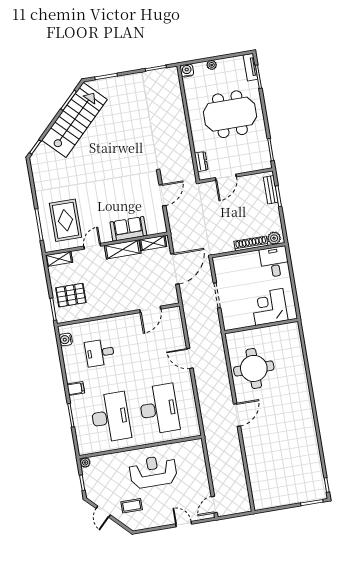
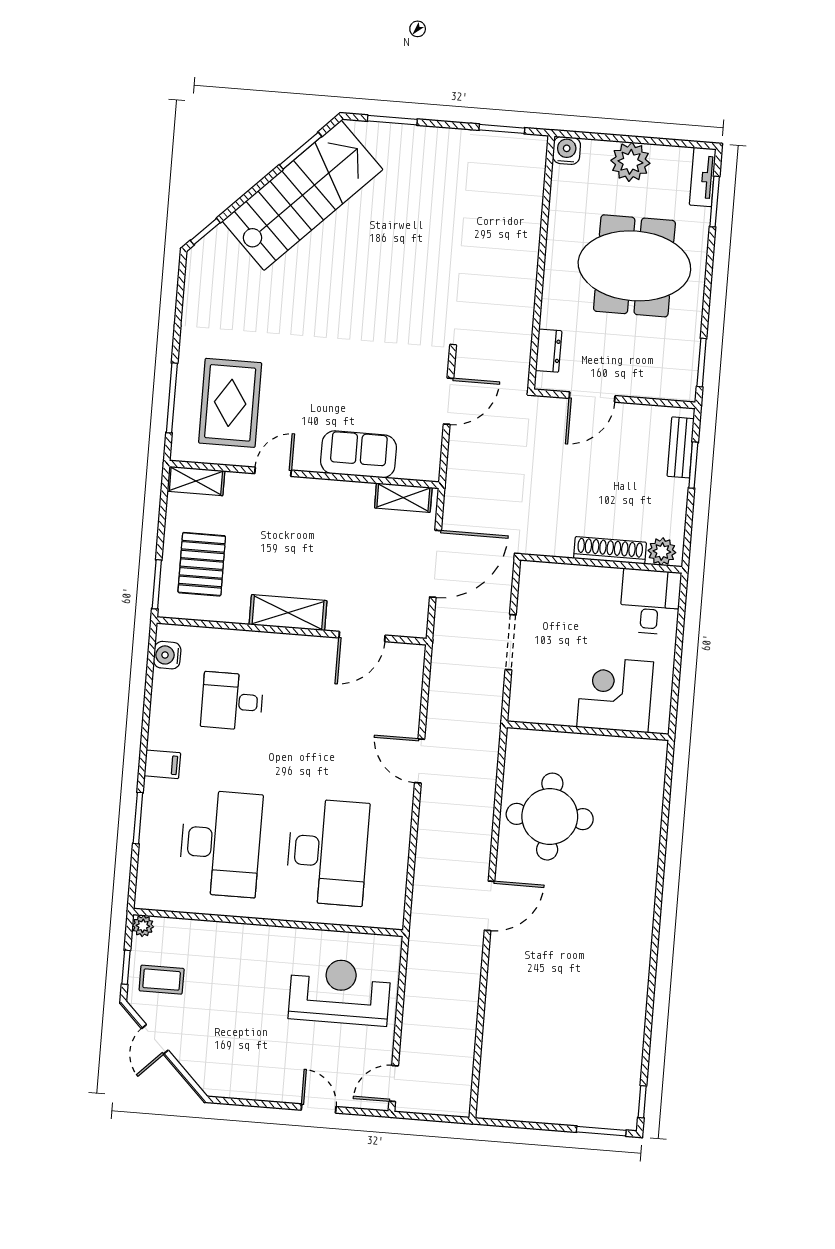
plant: (212, 65) -> (630, 162), width x1.87, depth x1.87
shelving: (123, 249) -> (288, 613), moved
pallet: (71, 295) -> (202, 564), turned 90
reception desk: (153, 472) -> (340, 991), moved
coffee table: (132, 506) -> (162, 980), moved

